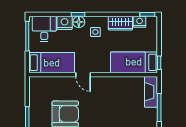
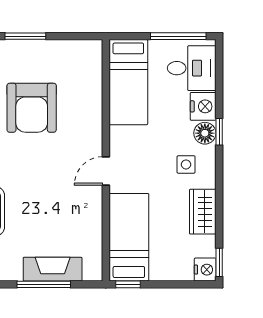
nightstand: (140, 22) -> (205, 270), moved
door: (83, 75) -> (106, 171), moved
fireplace: (151, 92) -> (53, 269), moved

